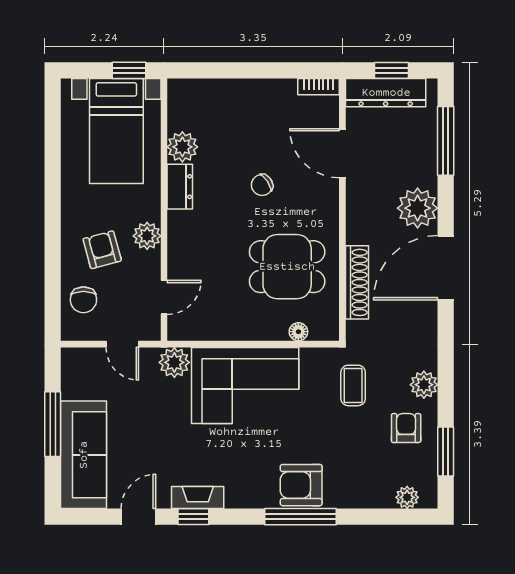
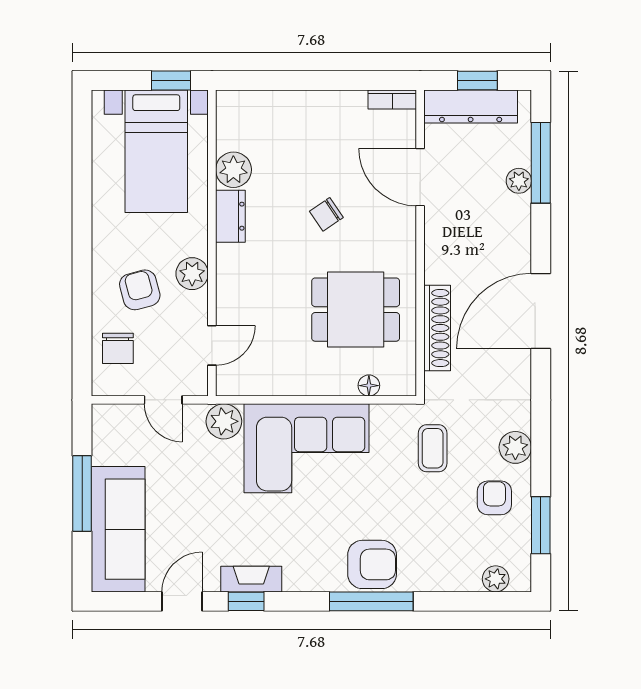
plant: (418, 208) -> (519, 181), moved, width x0.53, depth x0.53
armchair: (301, 485) -> (372, 564), turned 180

